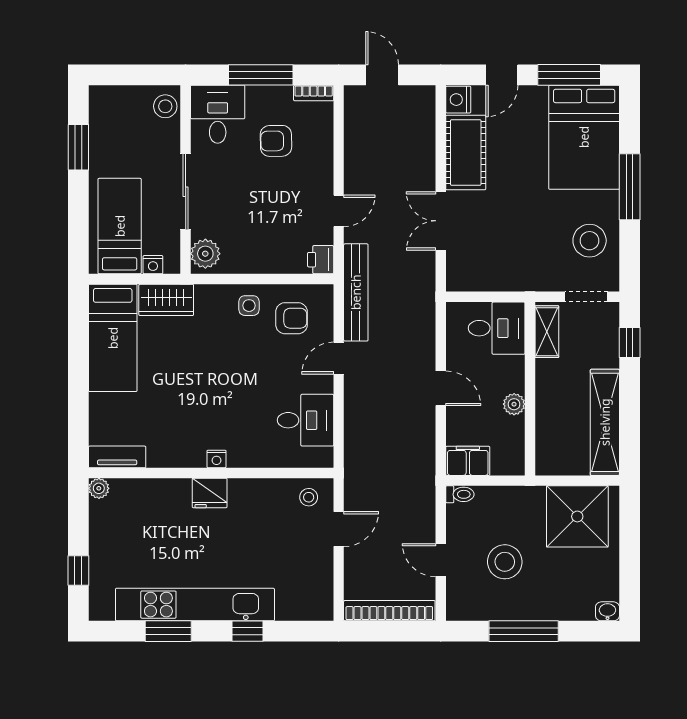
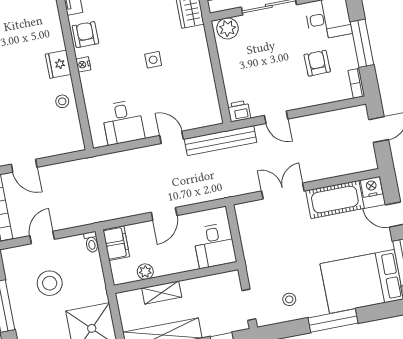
stool: (590, 241) -> (289, 299), width x0.53, depth x0.53
side table: (249, 306) -> (153, 60), moved
armchair: (292, 318) -> (85, 35), moved, turned 180
shelving: (547, 332) -> (162, 293), moved
plant: (514, 404) -> (145, 272), moved
stool: (309, 497) -> (62, 101), moved
door: (339, 529) -> (24, 166), moved

